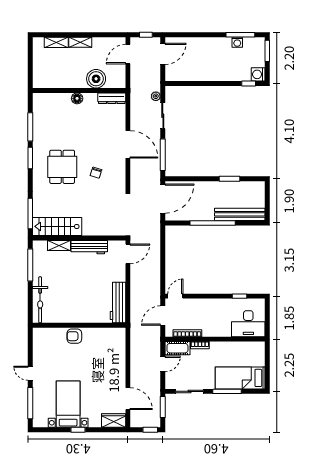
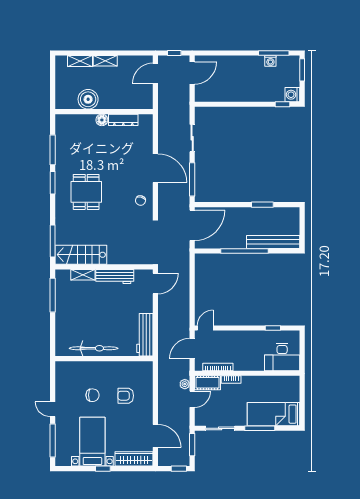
boiler: (96, 79) -> (88, 99), moved
plant: (156, 96) -> (185, 384), moved
dresser: (112, 98) -> (123, 120), moved
chair: (96, 173) -> (140, 200), moved
bicycle: (40, 300) -> (94, 348), moved, turned -90
armchair: (74, 336) -> (126, 396), moved
chair: (68, 360) -> (92, 395), added
wardrobe: (114, 421) -> (134, 459), width x1.50

